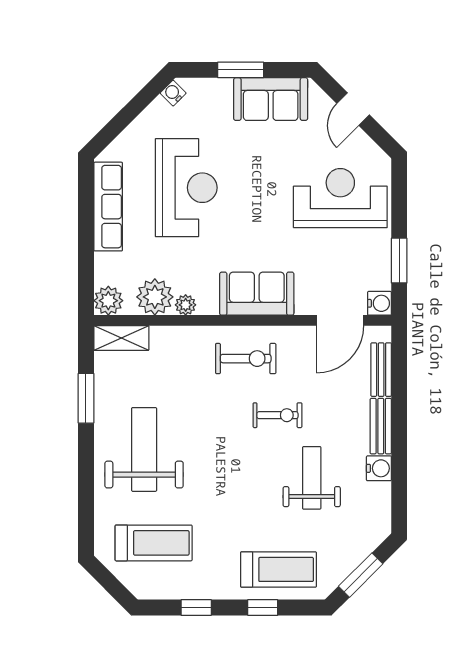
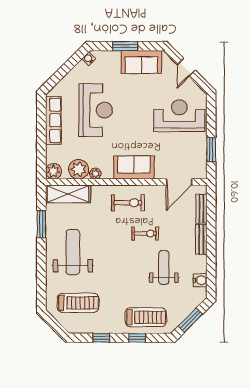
water cooler: (379, 303) -> (201, 173), removed
shelving: (121, 338) -> (68, 194), width x1.50, depth x1.33
water cooler: (379, 468) -> (200, 280), moved

